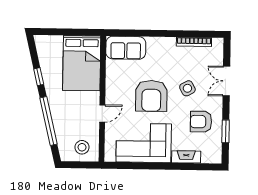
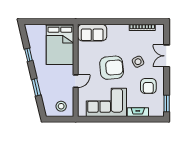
armchair: (151, 96) -> (112, 68), turned -95
window: (49, 121) -> (36, 87), width x0.47
armchair: (201, 122) -> (148, 86), turned -90
window: (226, 131) -> (167, 104), moved

